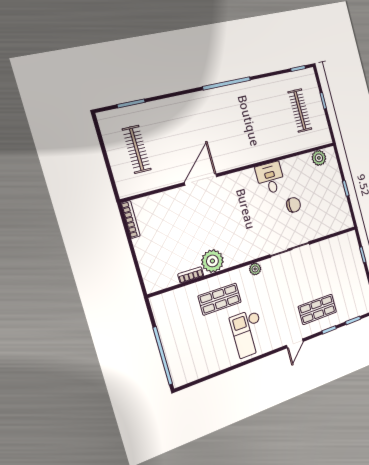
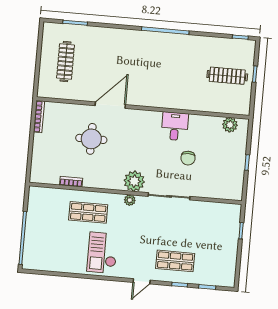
clothes rail: (300, 111) -> (227, 76), turned 90
chair: (294, 205) -> (188, 158), turned 90
round table: (195, 222) -> (91, 139), added
plant: (212, 261) -> (134, 181), moved

